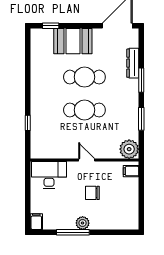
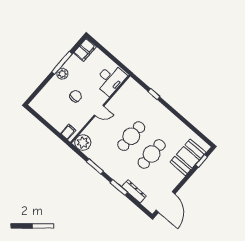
booth: (73, 41) -> (188, 157), moved
filing cabinet: (36, 222) -> (85, 50), width x2.00

